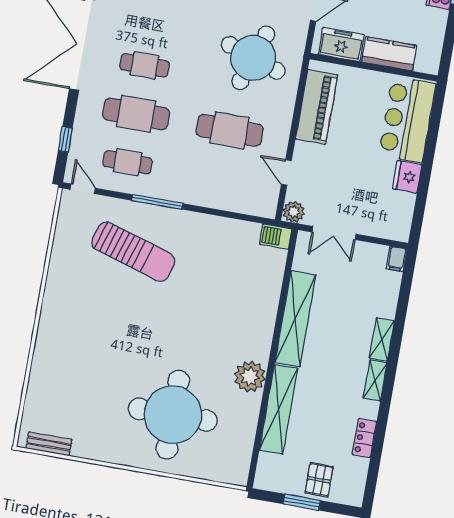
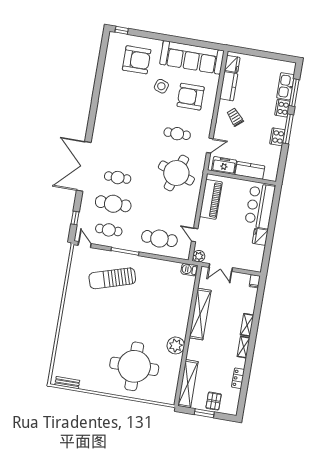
cafe table: (230, 130) -> (159, 239), moved
sun lounger: (133, 252) -> (112, 278), turned 146
shelving: (279, 409) -> (188, 384), moved

